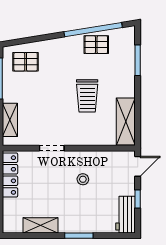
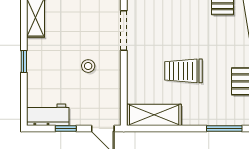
doorway: (52, 148) -> (124, 31), width x1.38
window: (79, 236) -> (24, 61), width x0.67

